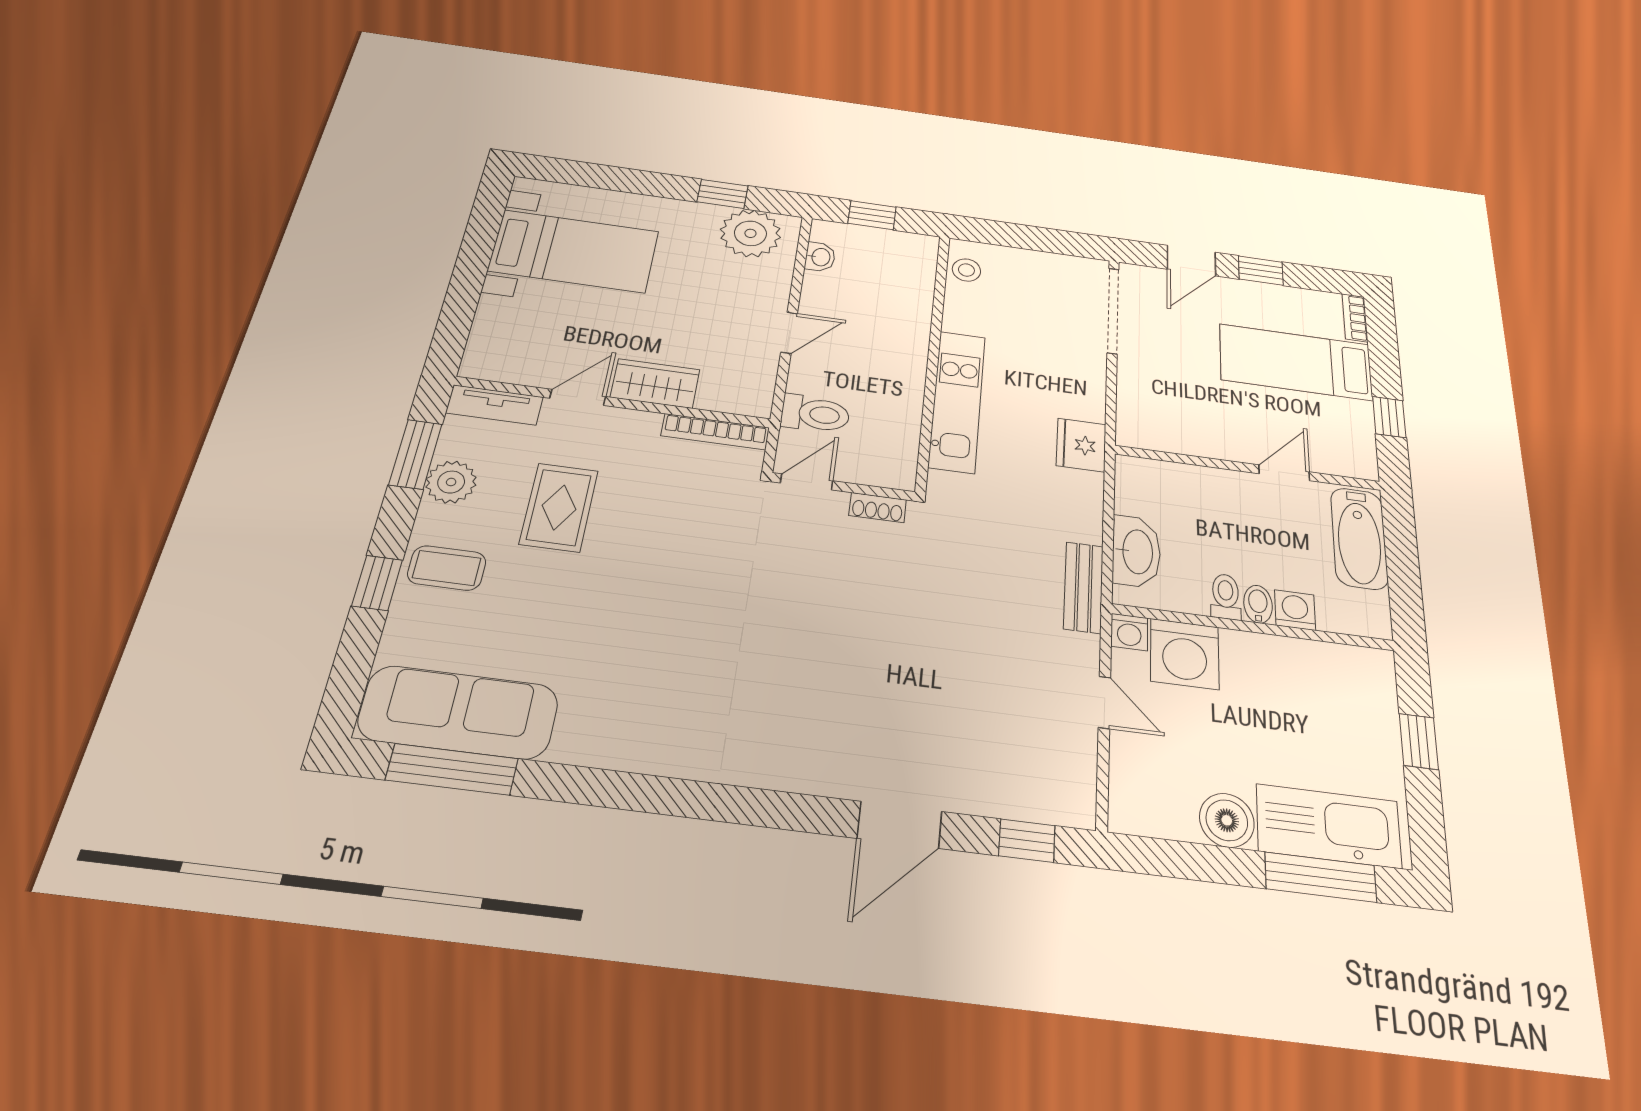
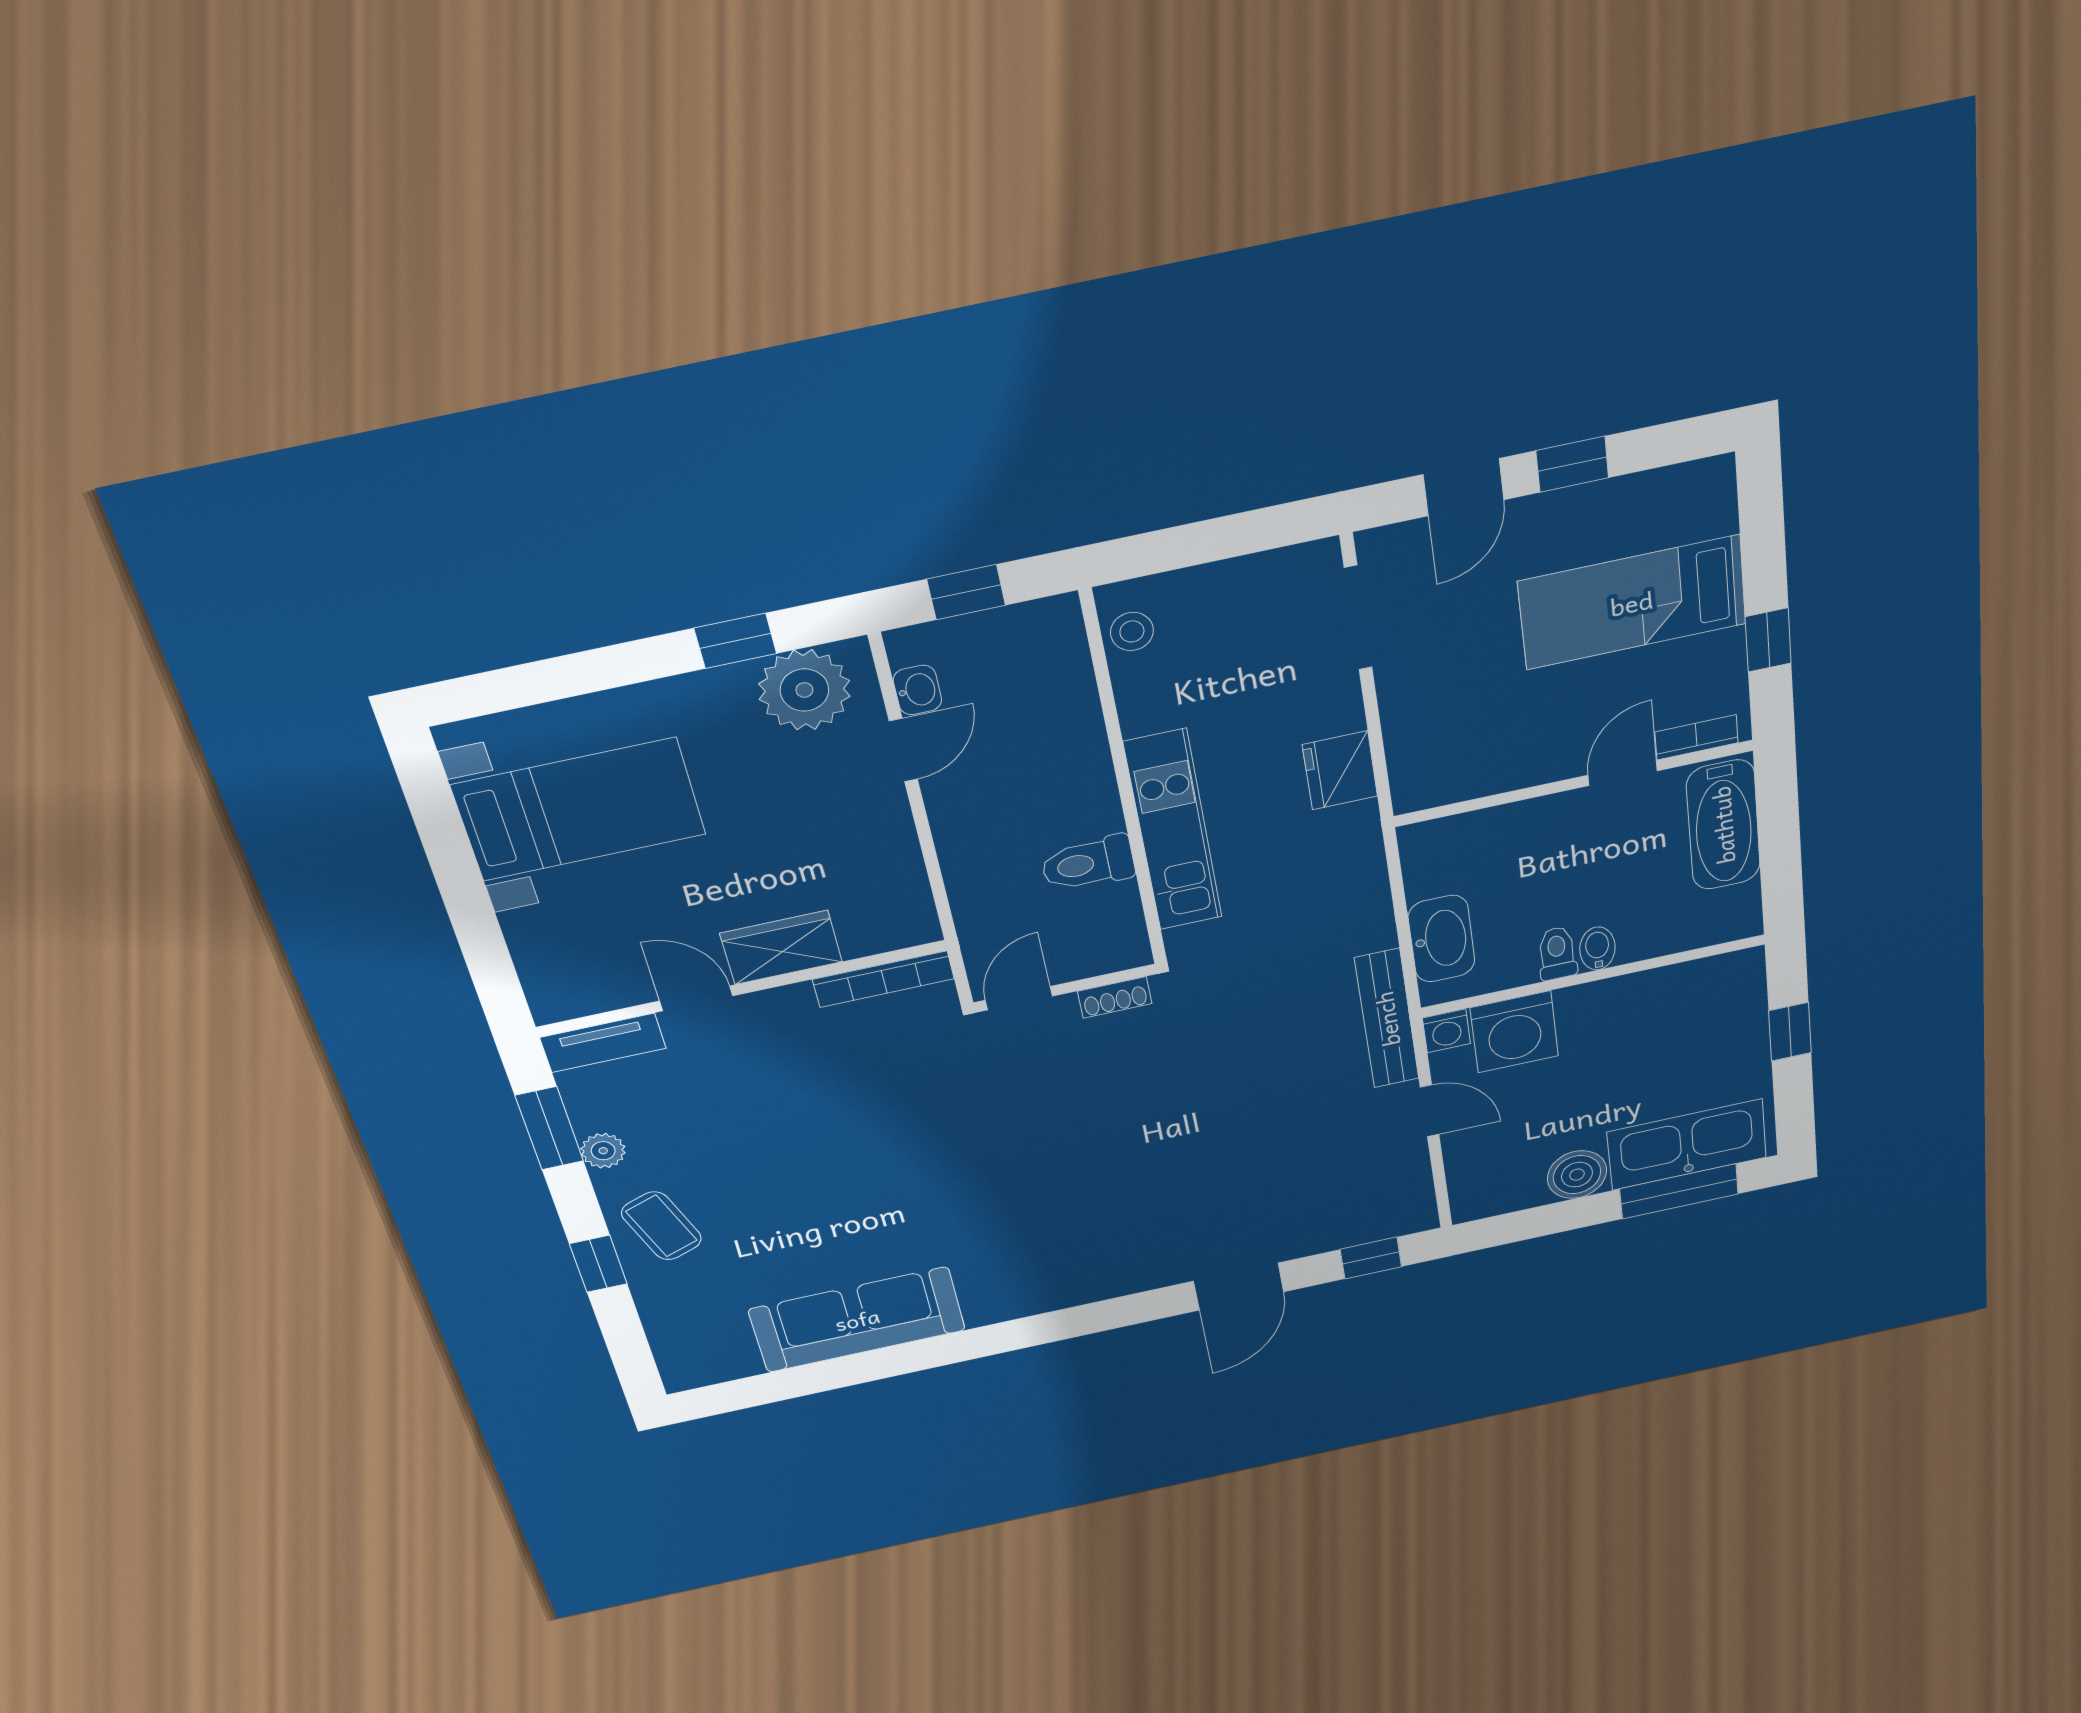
doorway: (1113, 311) -> (1358, 618), width x0.73
bookcase: (1355, 318) -> (1697, 737), moved, turned 90
door: (789, 333) -> (903, 750), moved
door: (578, 397) -> (696, 998), hinge flipped
toilet: (815, 414) -> (1088, 863), moved, turned 180
fridge: (1081, 445) -> (1340, 770), moved
plant: (451, 482) -> (603, 1151), width x0.73, depth x0.73
rug: (559, 507) -> (746, 1126), removed
coffee table: (447, 568) -> (661, 1226), turned 70
bench: (1083, 587) -> (1387, 1019), width x1.36
washing machine: (1295, 610) -> (1643, 940), removed
sofa: (458, 712) -> (857, 1320), moved
window: (452, 769) -> (780, 1386), removed

